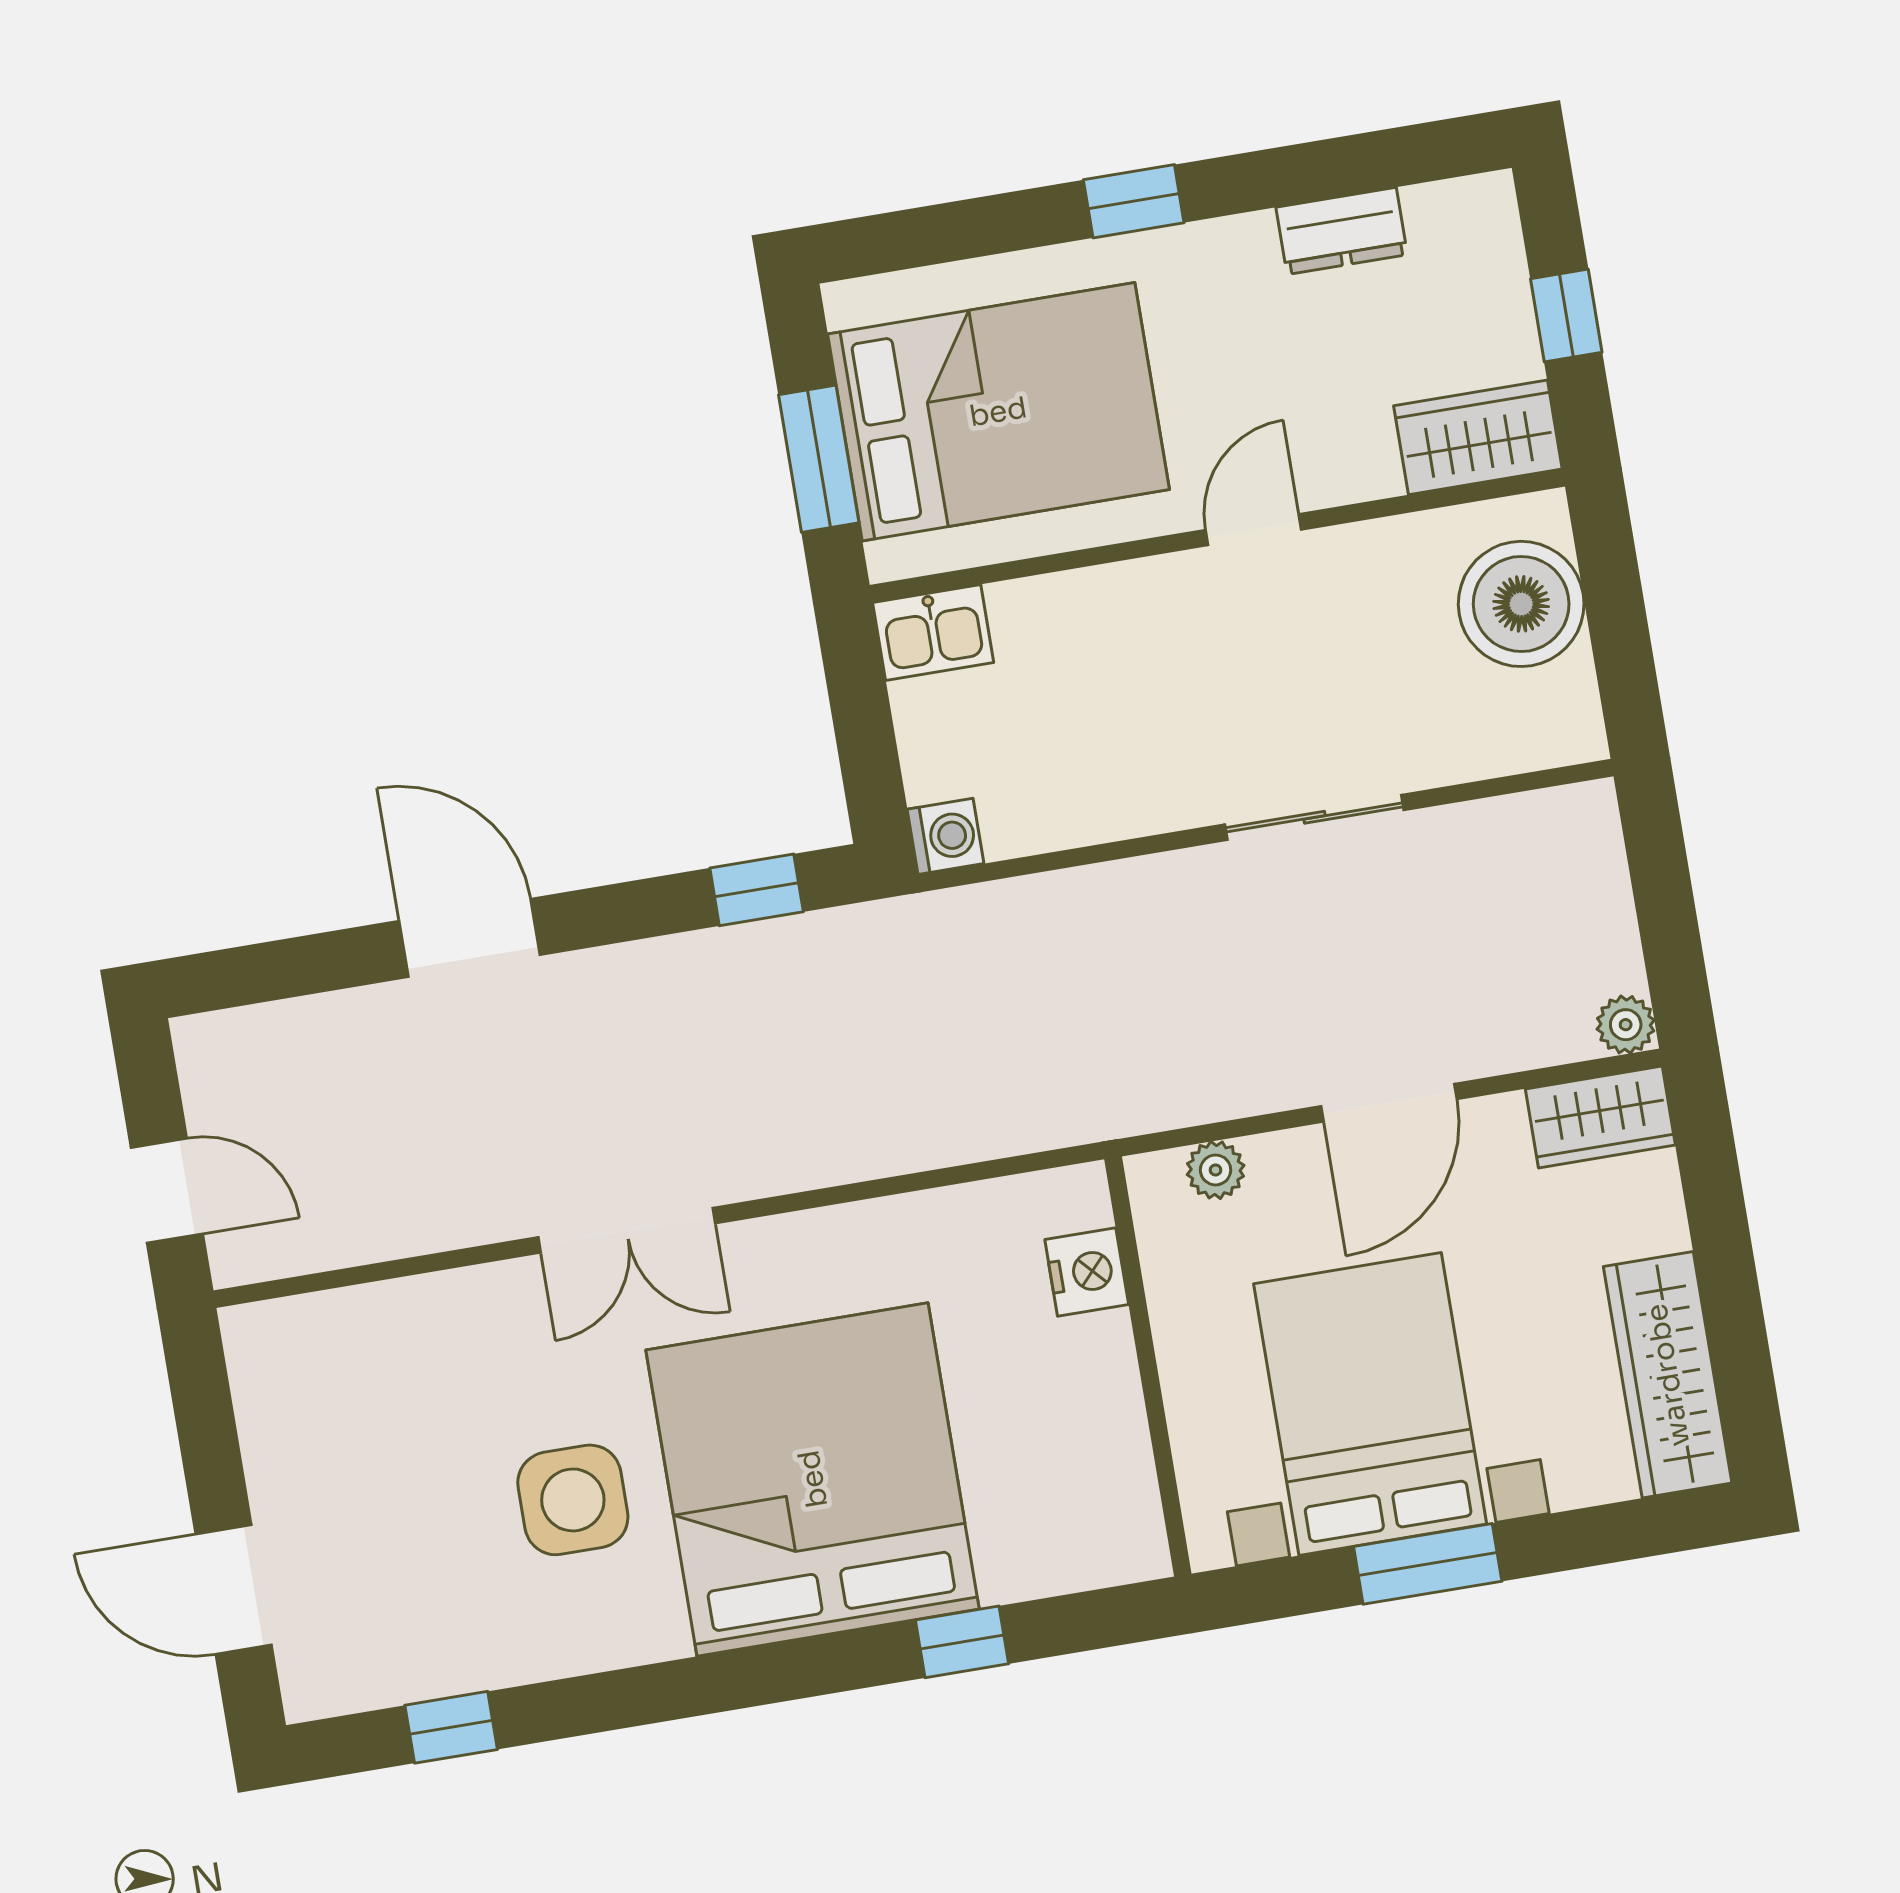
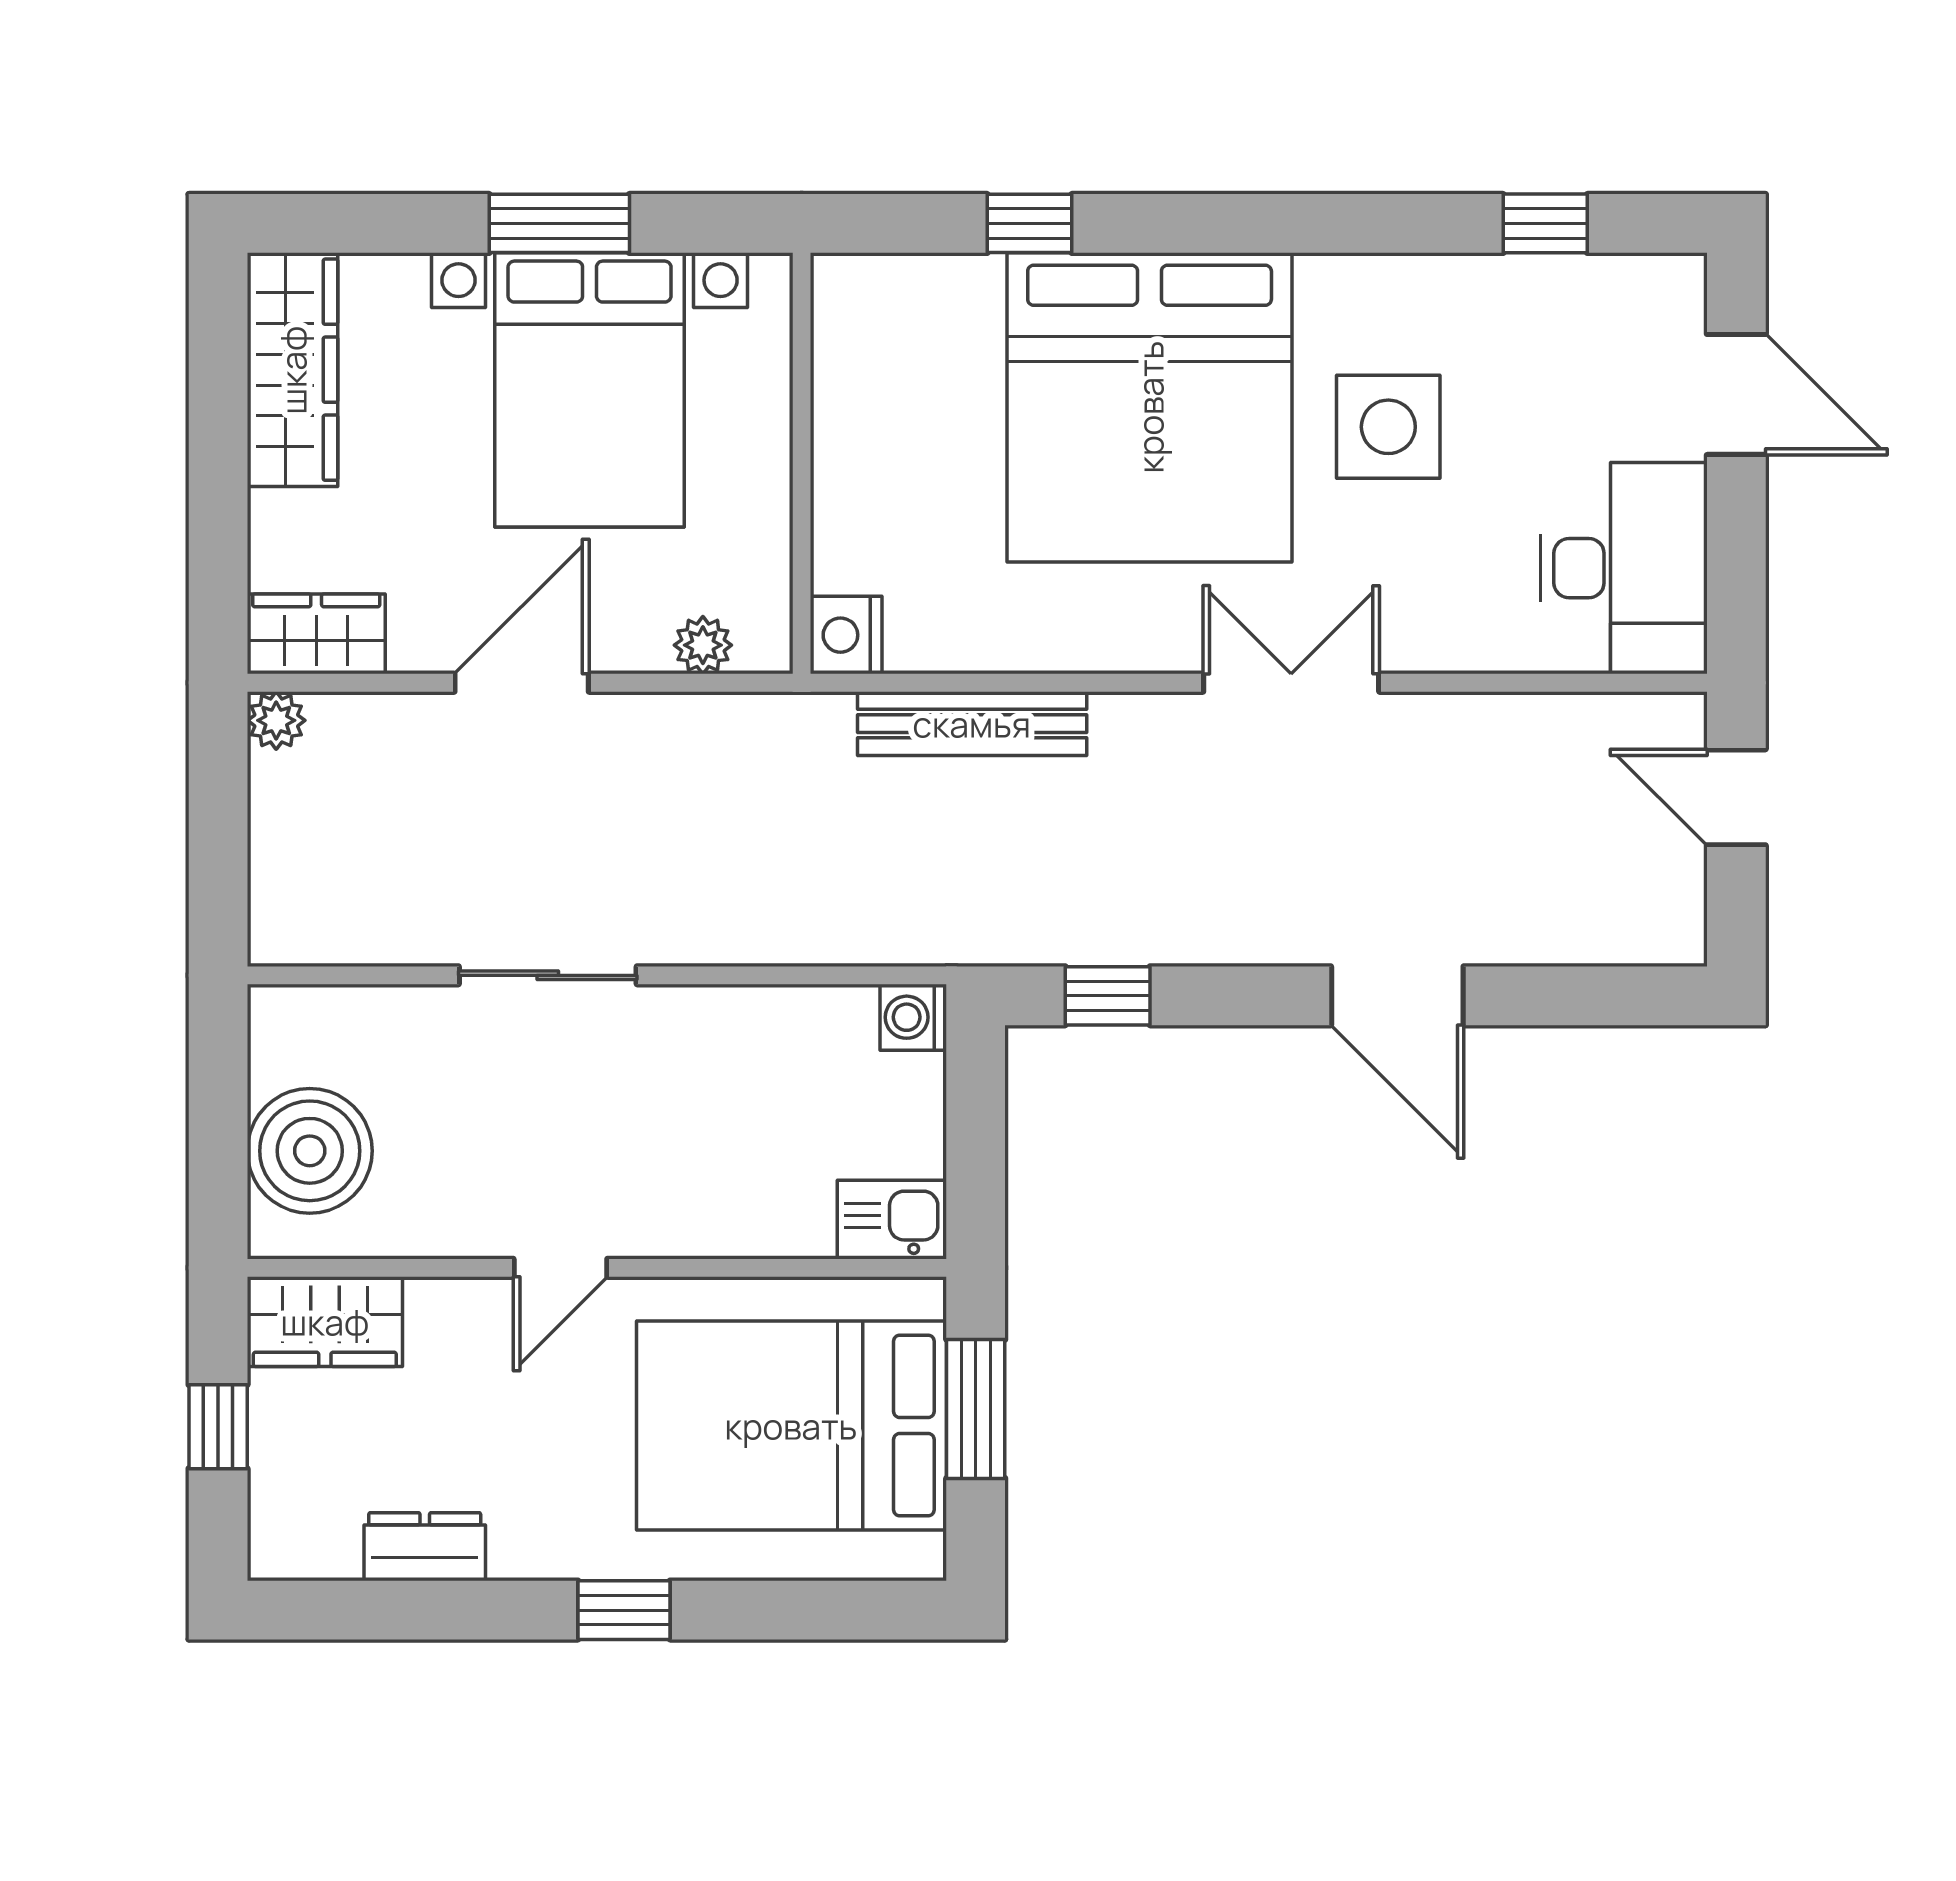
bench: (936, 1137) -> (972, 724), added
nightstand: (1087, 1272) -> (846, 635), moved
desk: (316, 1399) -> (1624, 568), added

